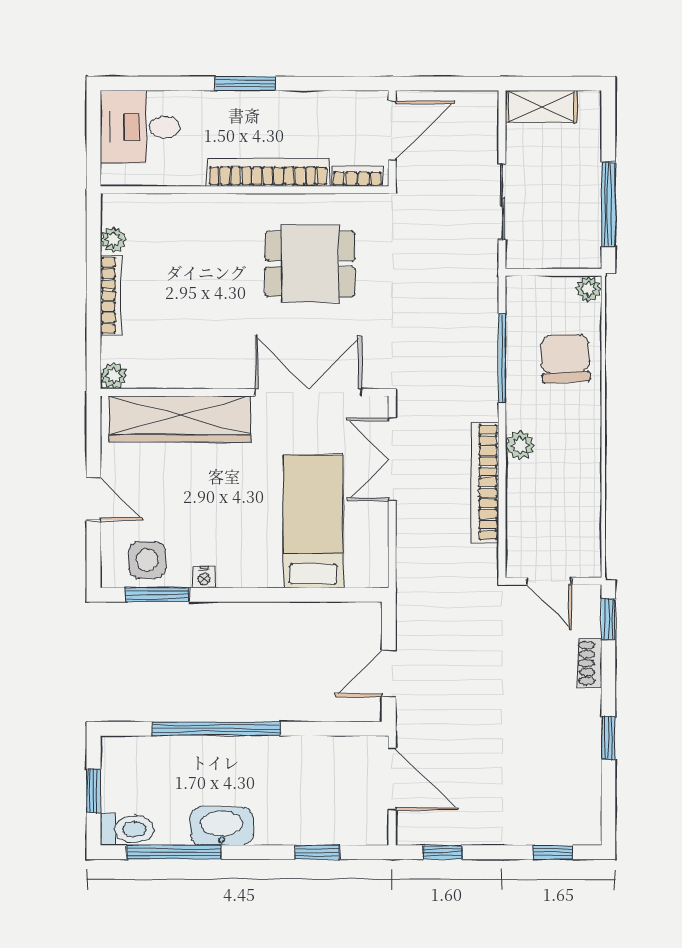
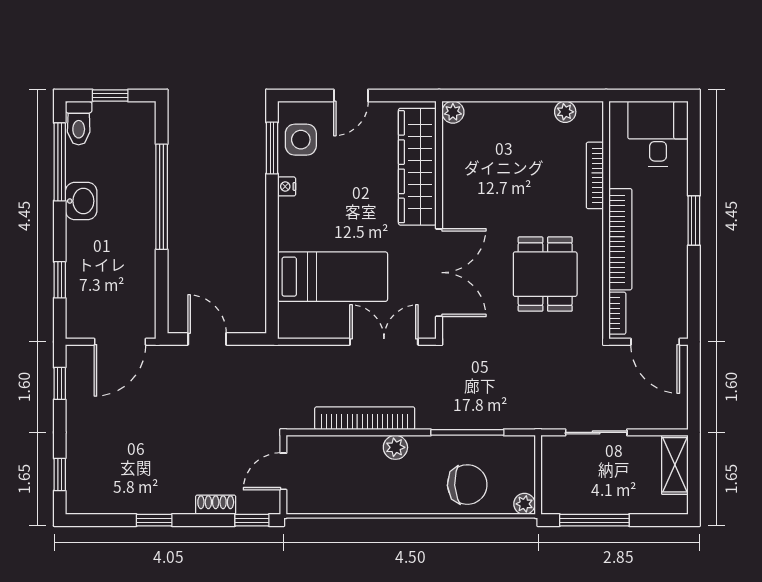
bookcase: (111, 295) -> (595, 175), moved, turned 90
washbasin: (222, 826) -> (81, 201), width x0.72

